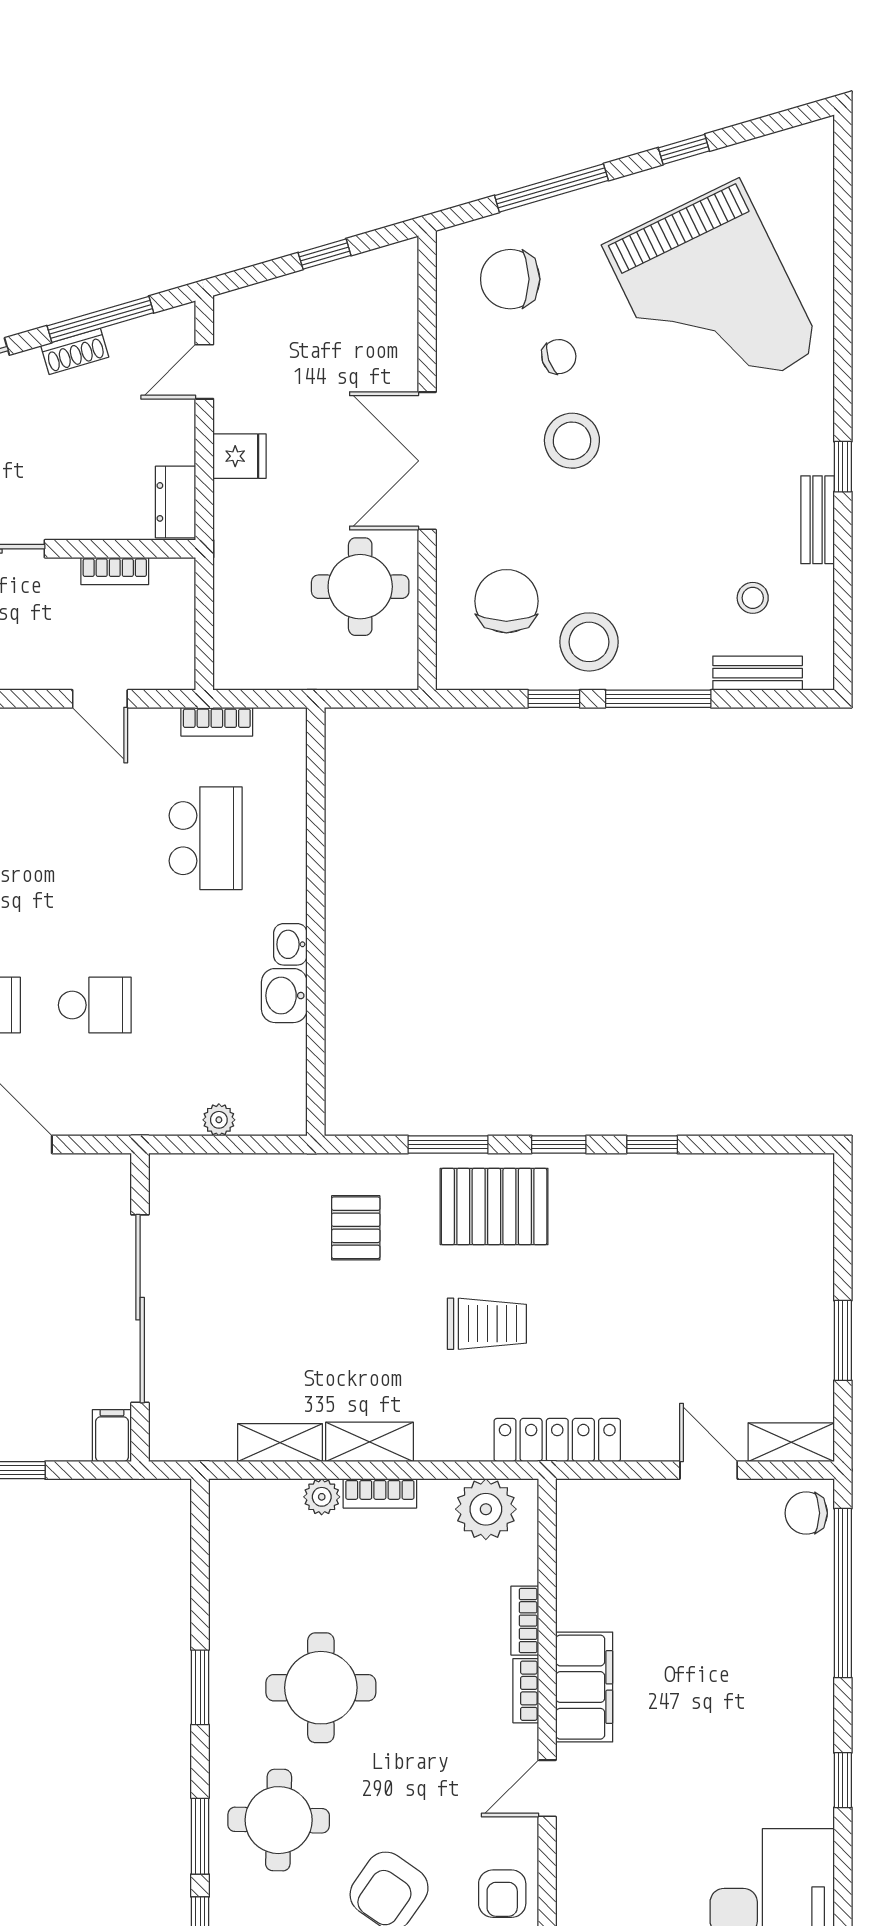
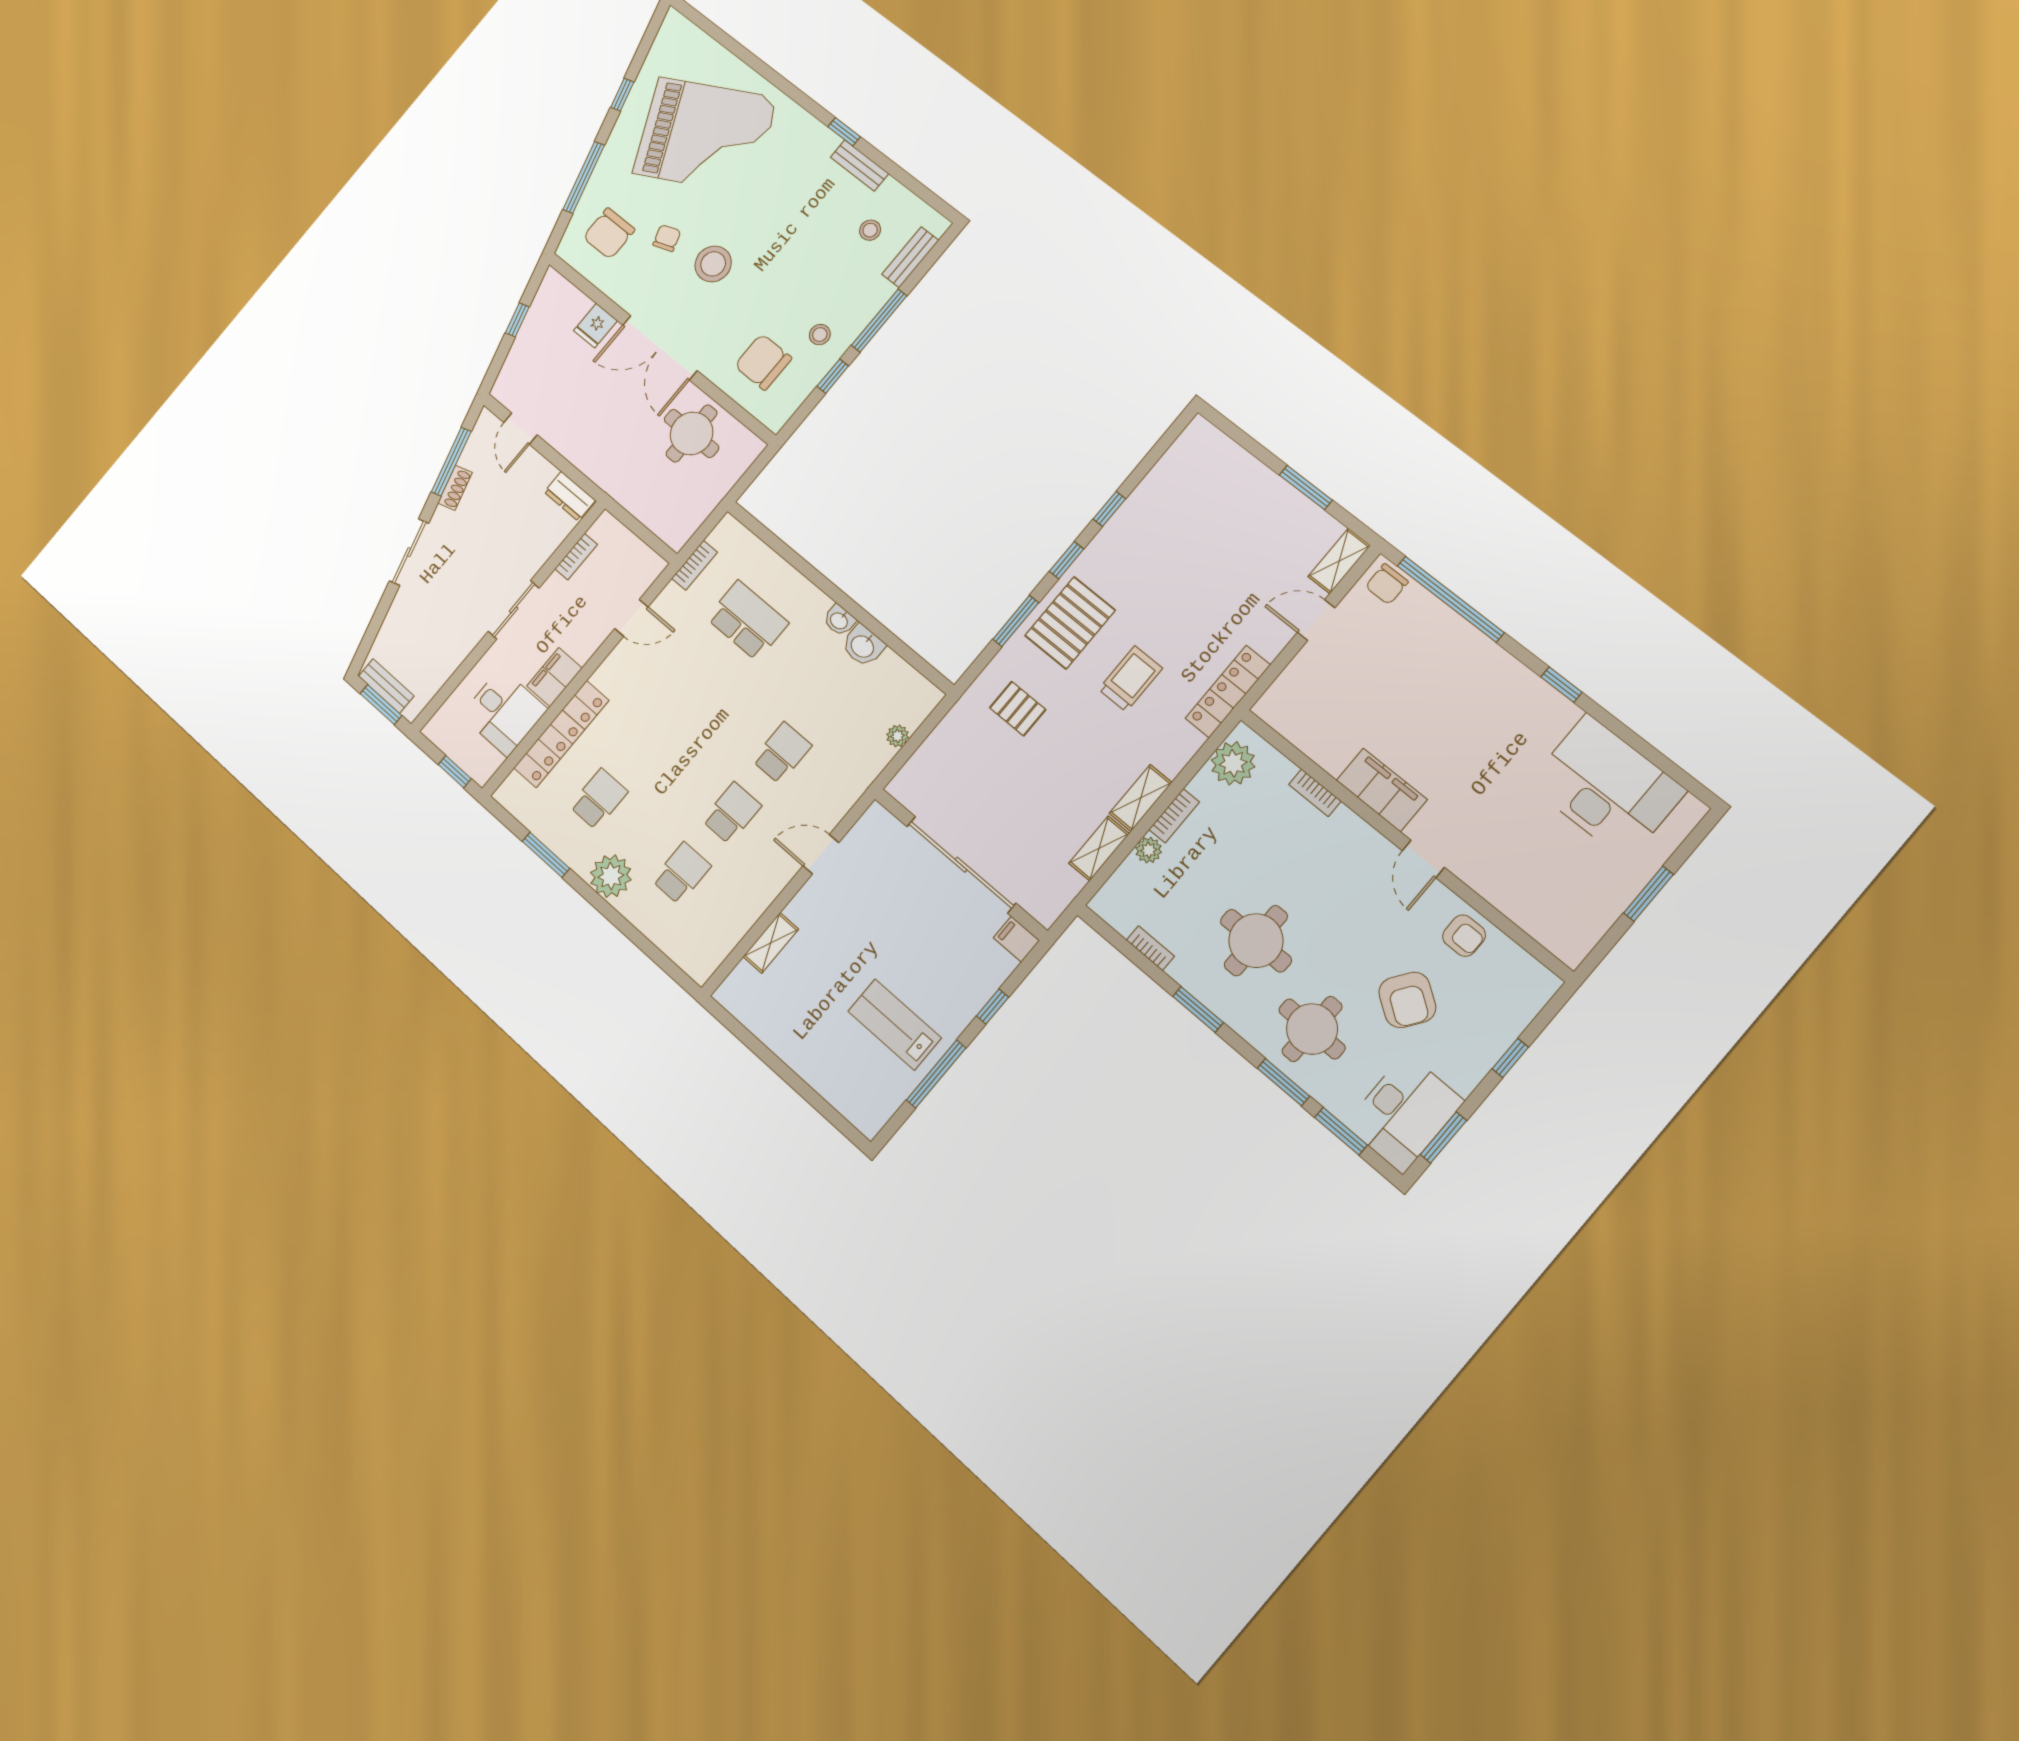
fridge: (239, 456) -> (595, 326), moved, turned 180
stool: (589, 642) -> (820, 335), width x0.53, depth x0.53
bookcase: (526, 1691) -> (1150, 948), moved, turned 180

